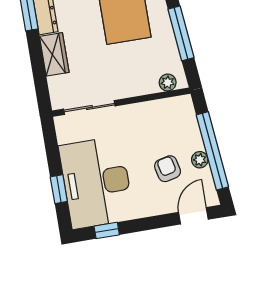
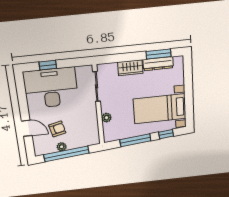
plant: (168, 82) -> (106, 118), moved
door: (193, 216) -> (27, 128), moved
window: (107, 230) -> (21, 92), removed

